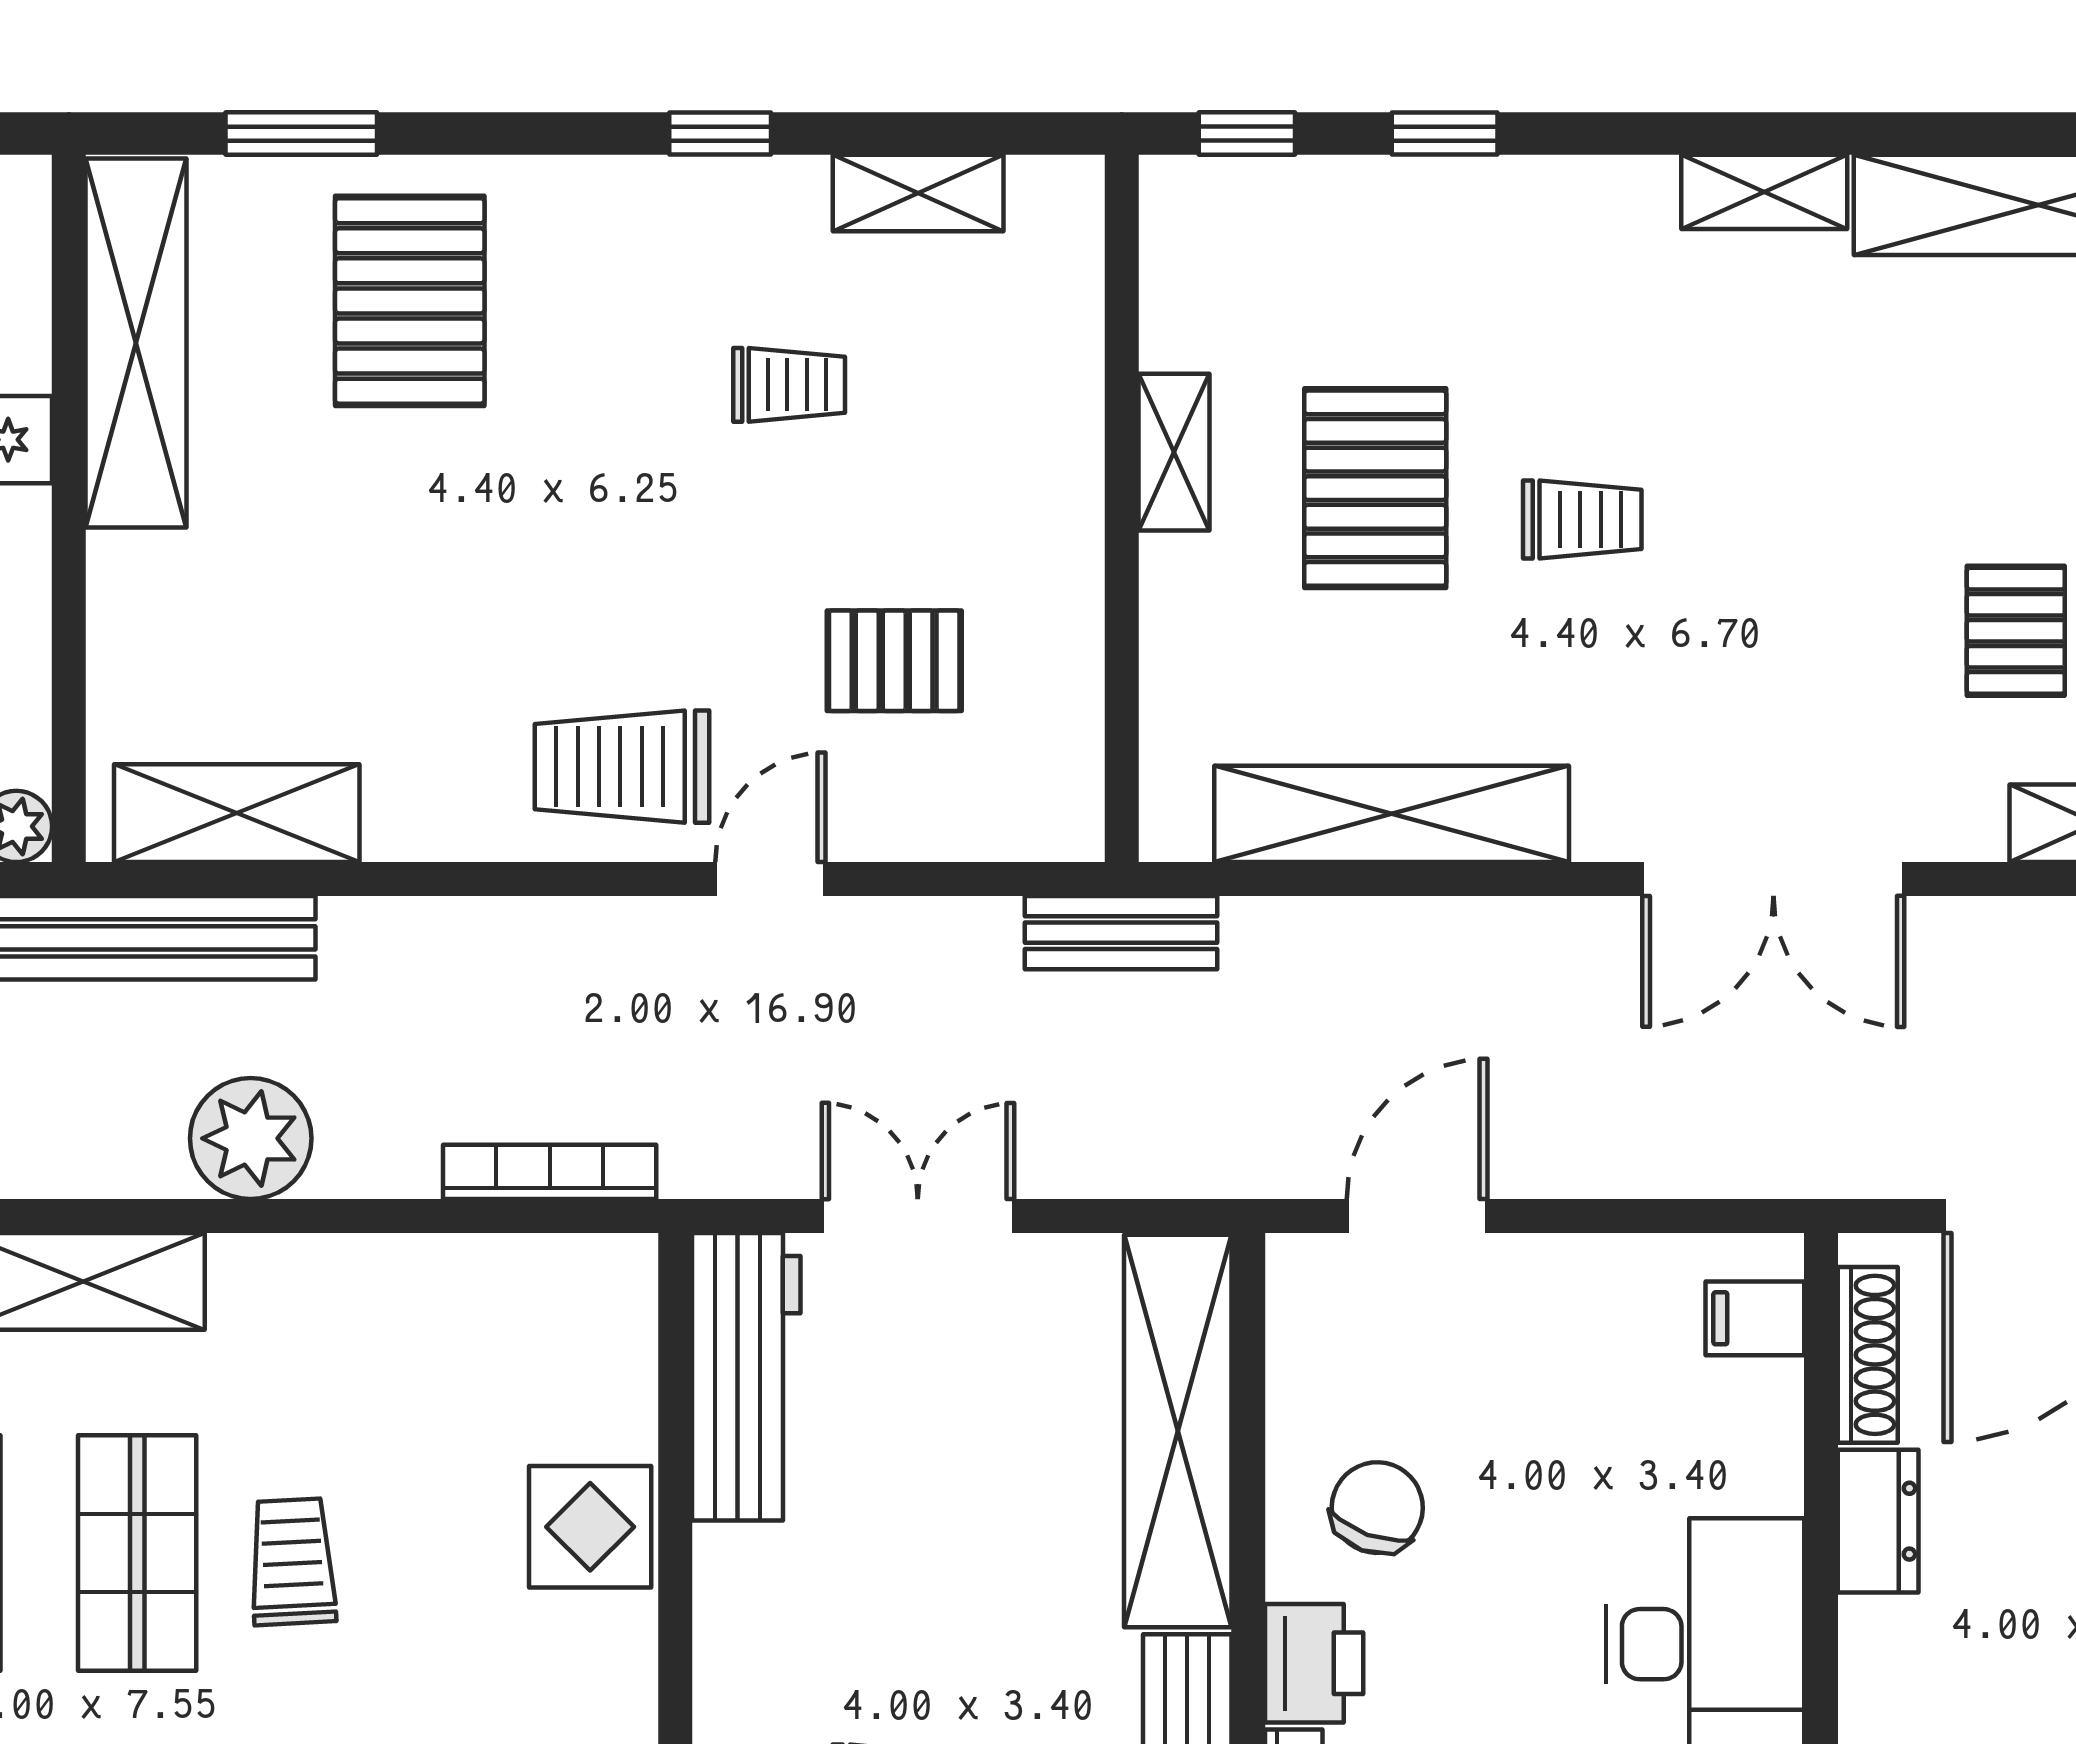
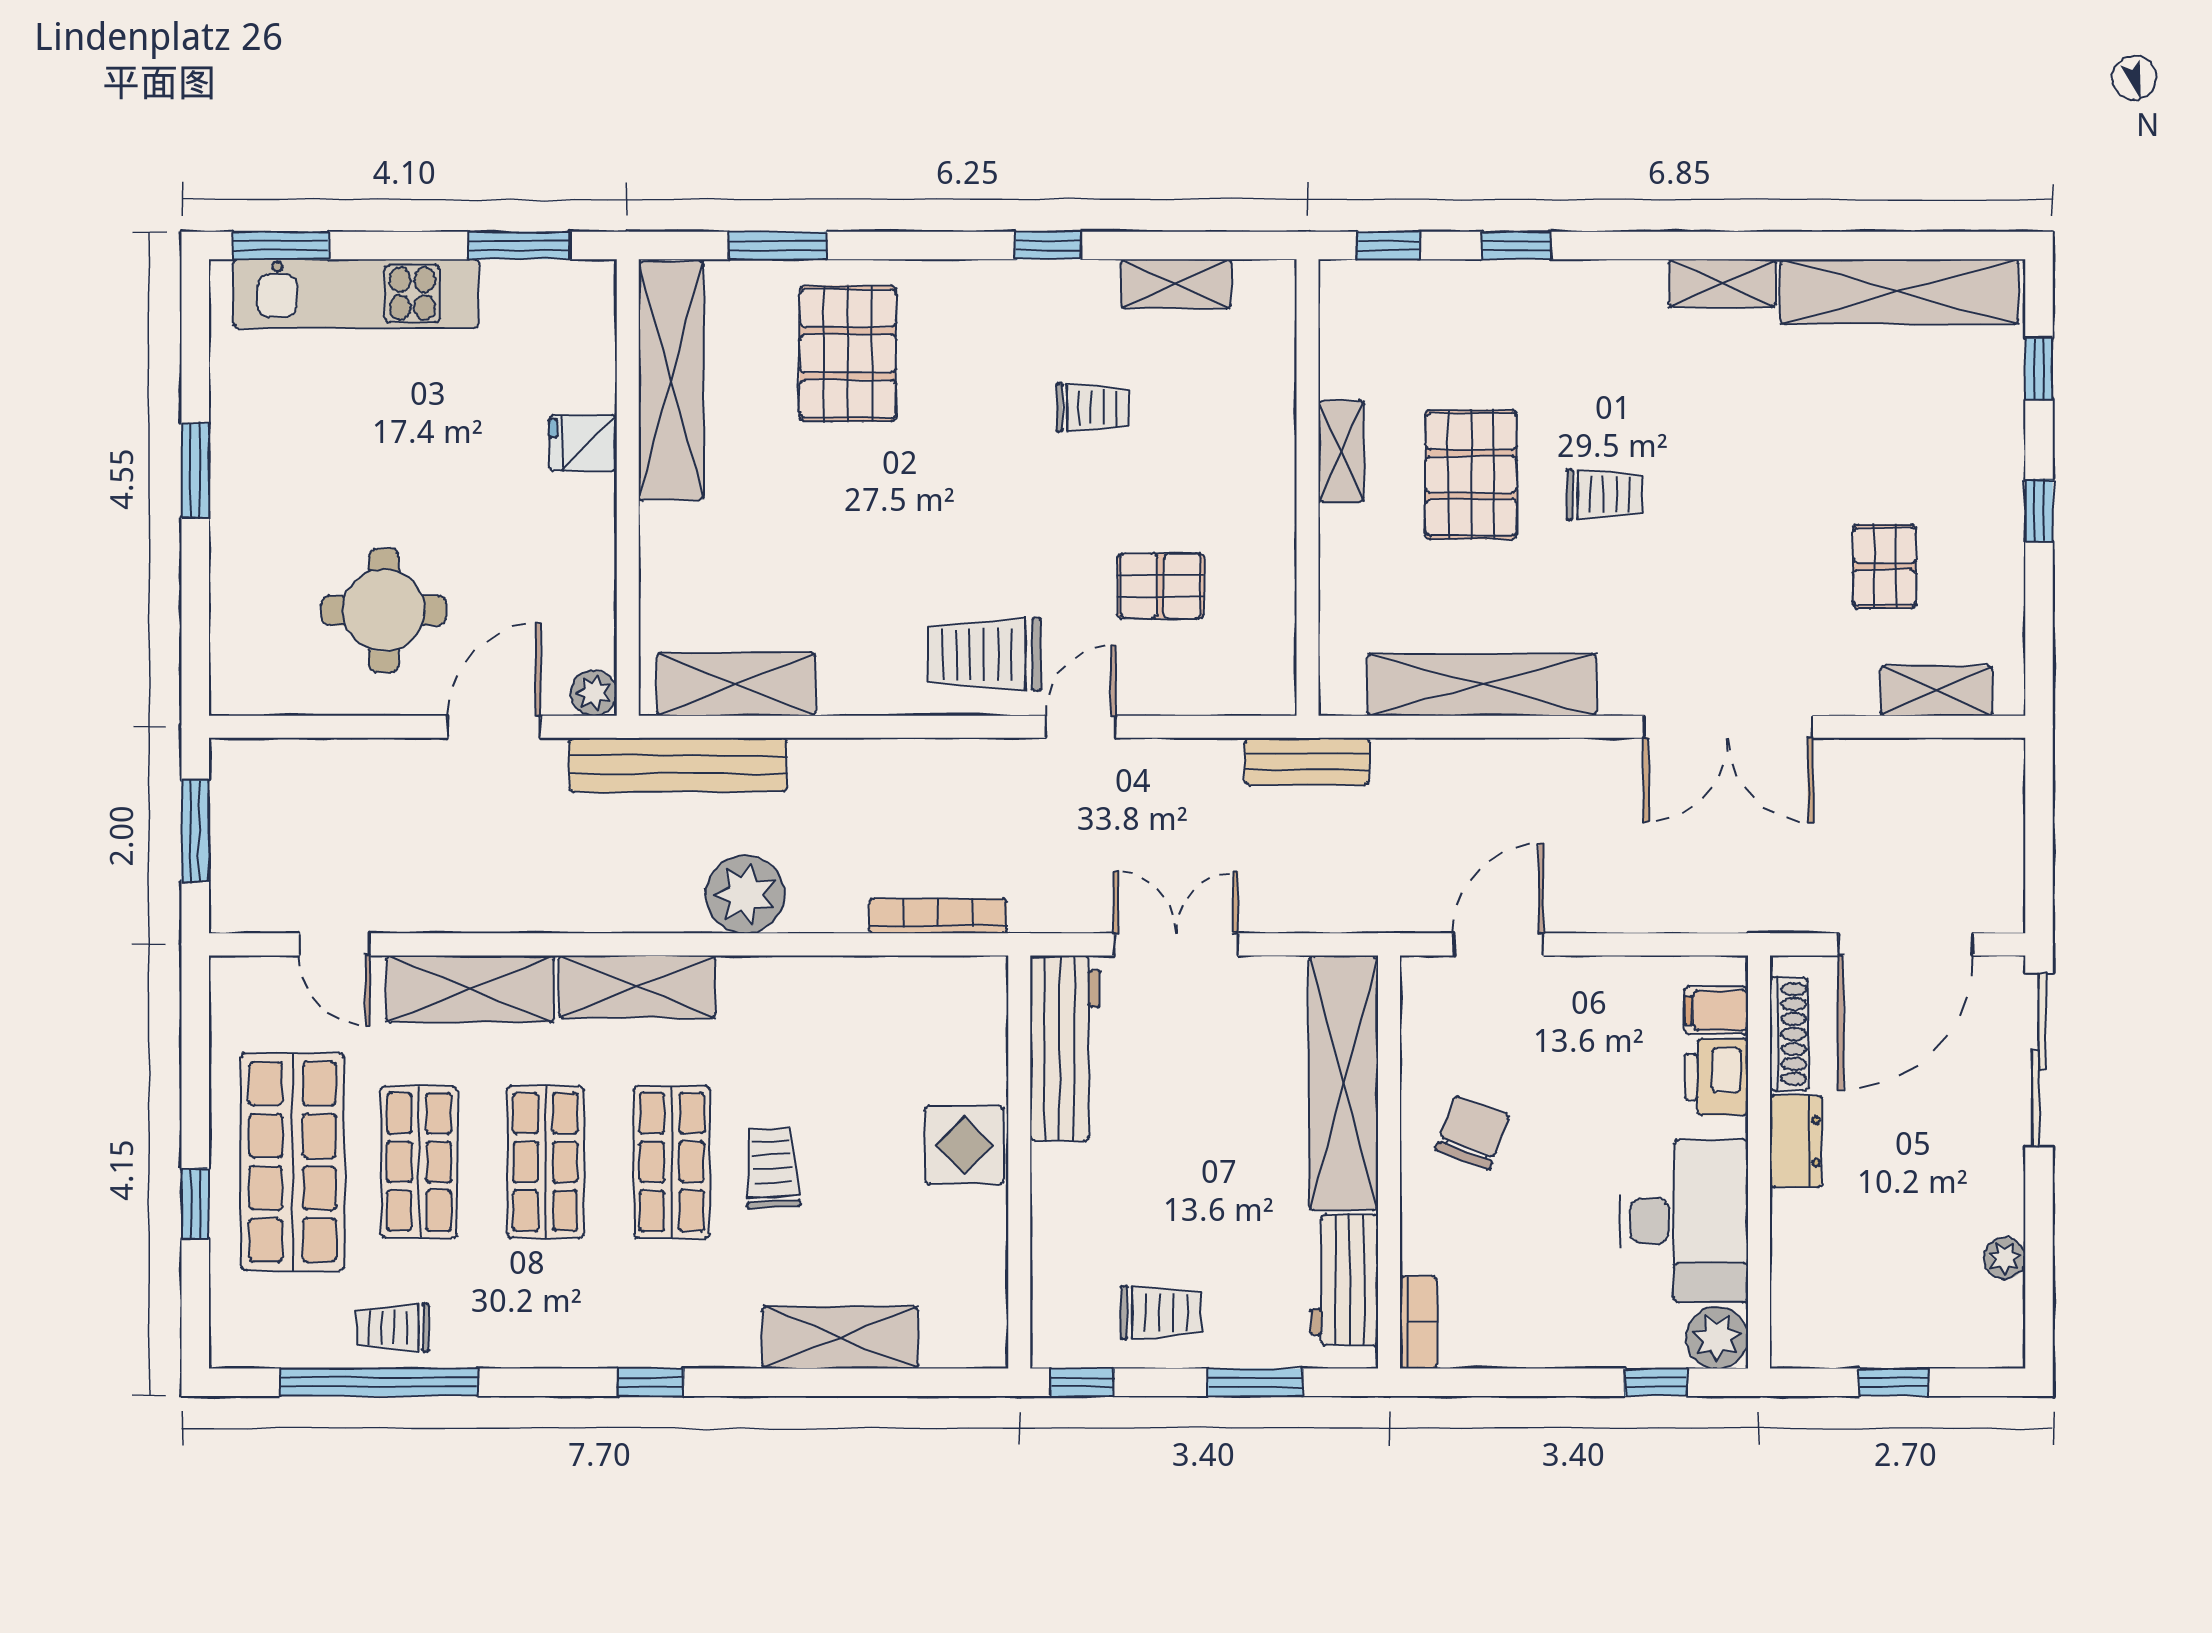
printer: (1314, 1663) -> (1716, 1077), moved, turned 180

